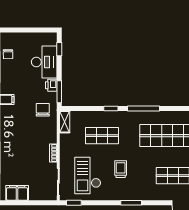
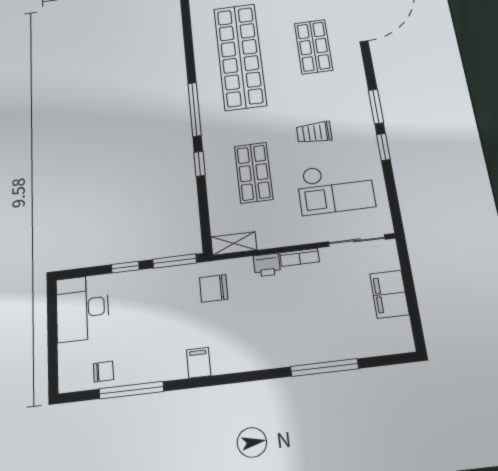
window: (59, 49) -> (125, 267), moved
desk: (44, 62) -> (82, 308), moved, turned -90
printer: (51, 85) -> (267, 265), moved
filing cabinet: (17, 193) -> (389, 294), moved
window: (74, 203) -> (383, 147), moved

